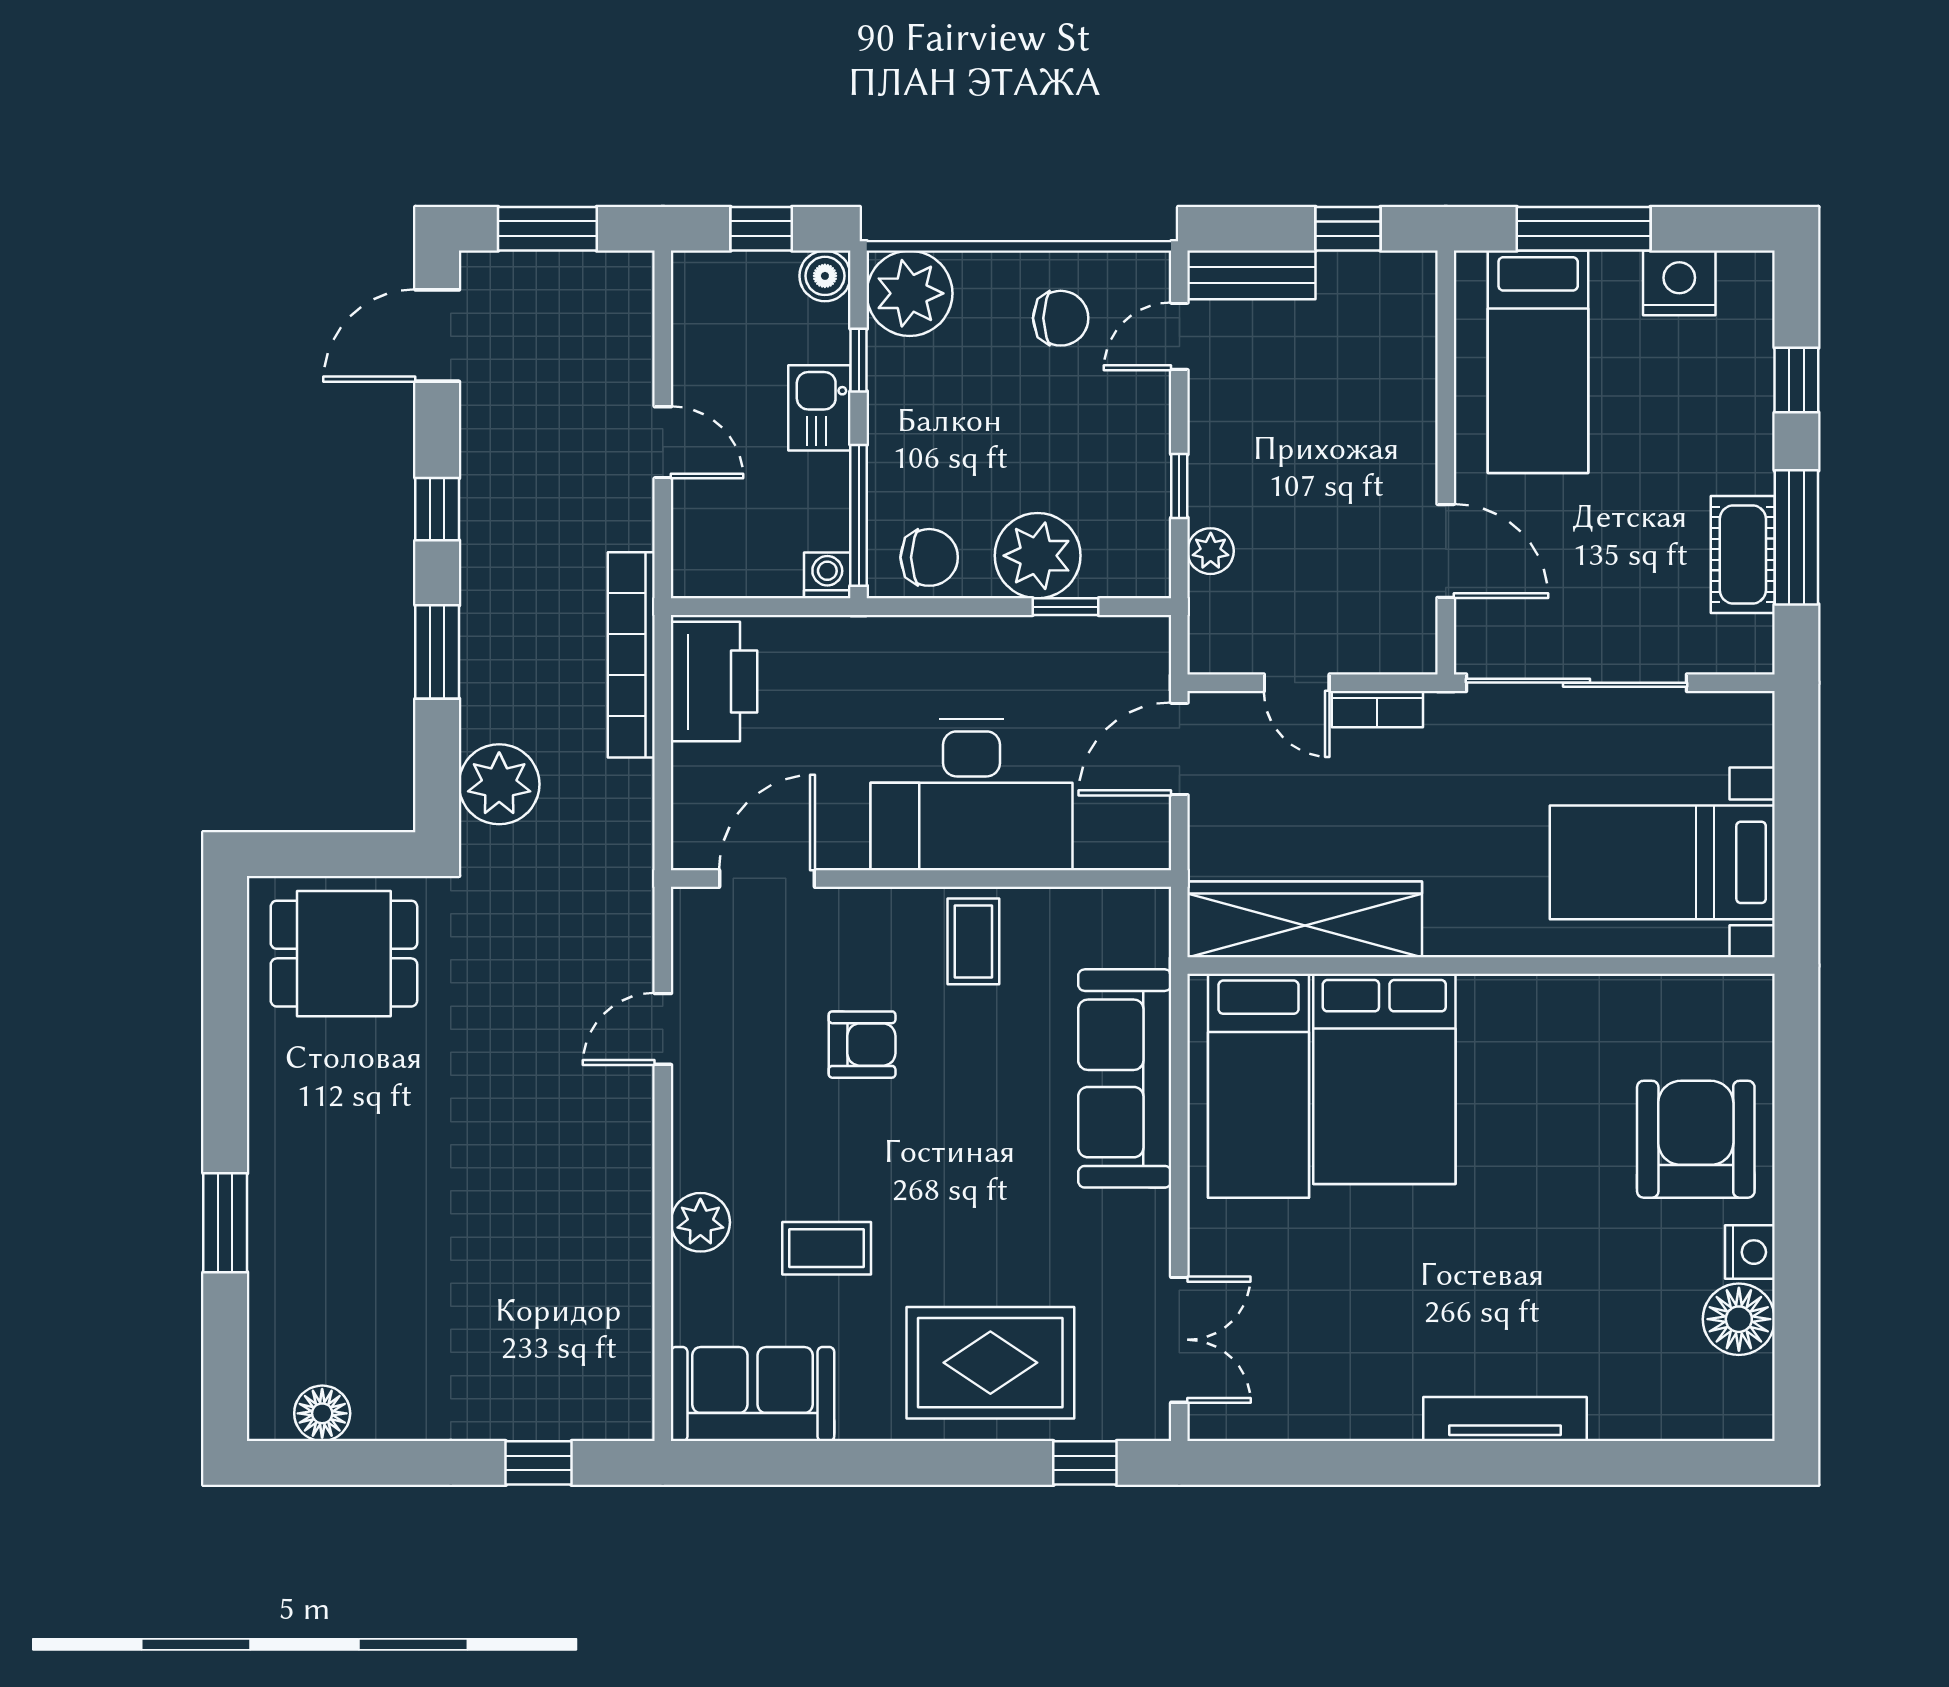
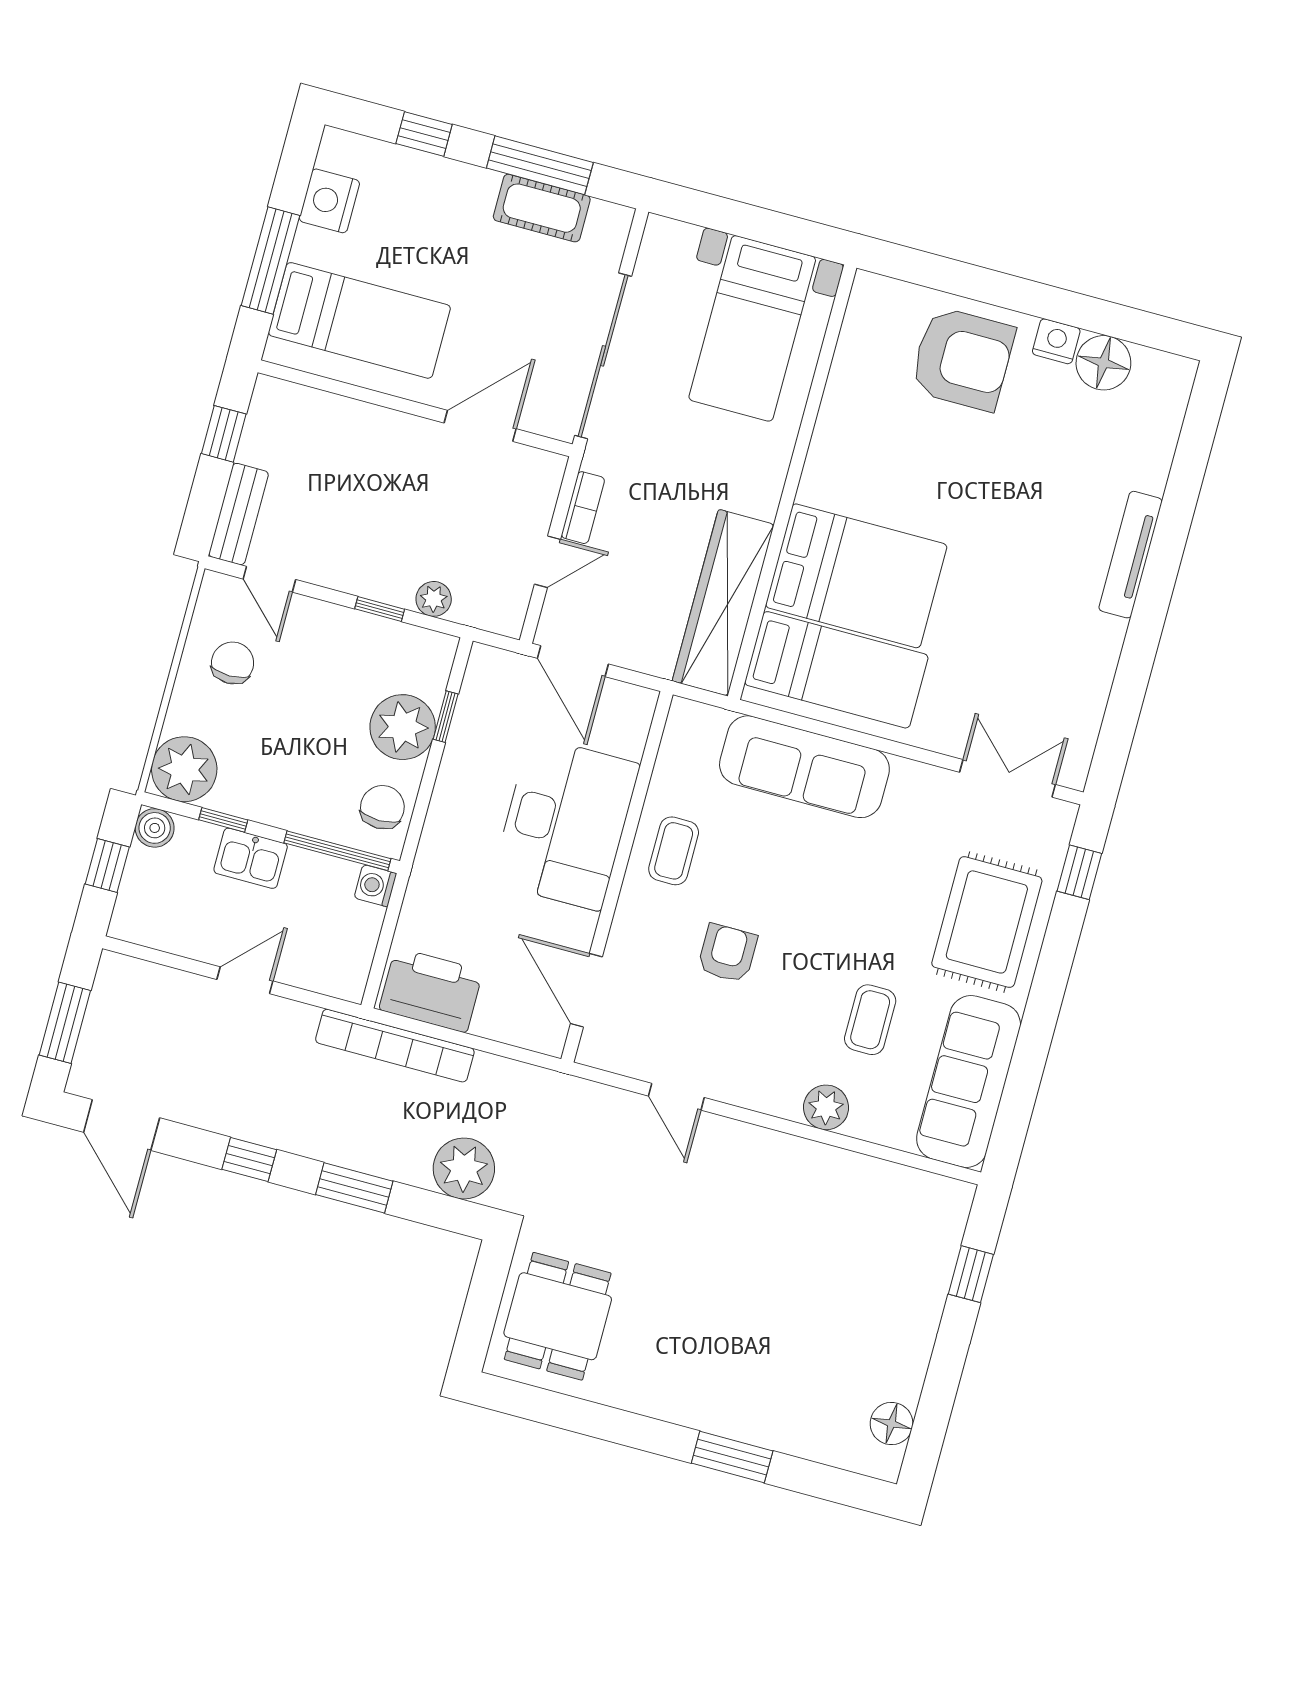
coffee table: (973, 941) -> (674, 851), turned 90
armchair: (1696, 1139) -> (963, 359), turned 180
sofa: (753, 1394) -> (969, 1082), width x1.36

